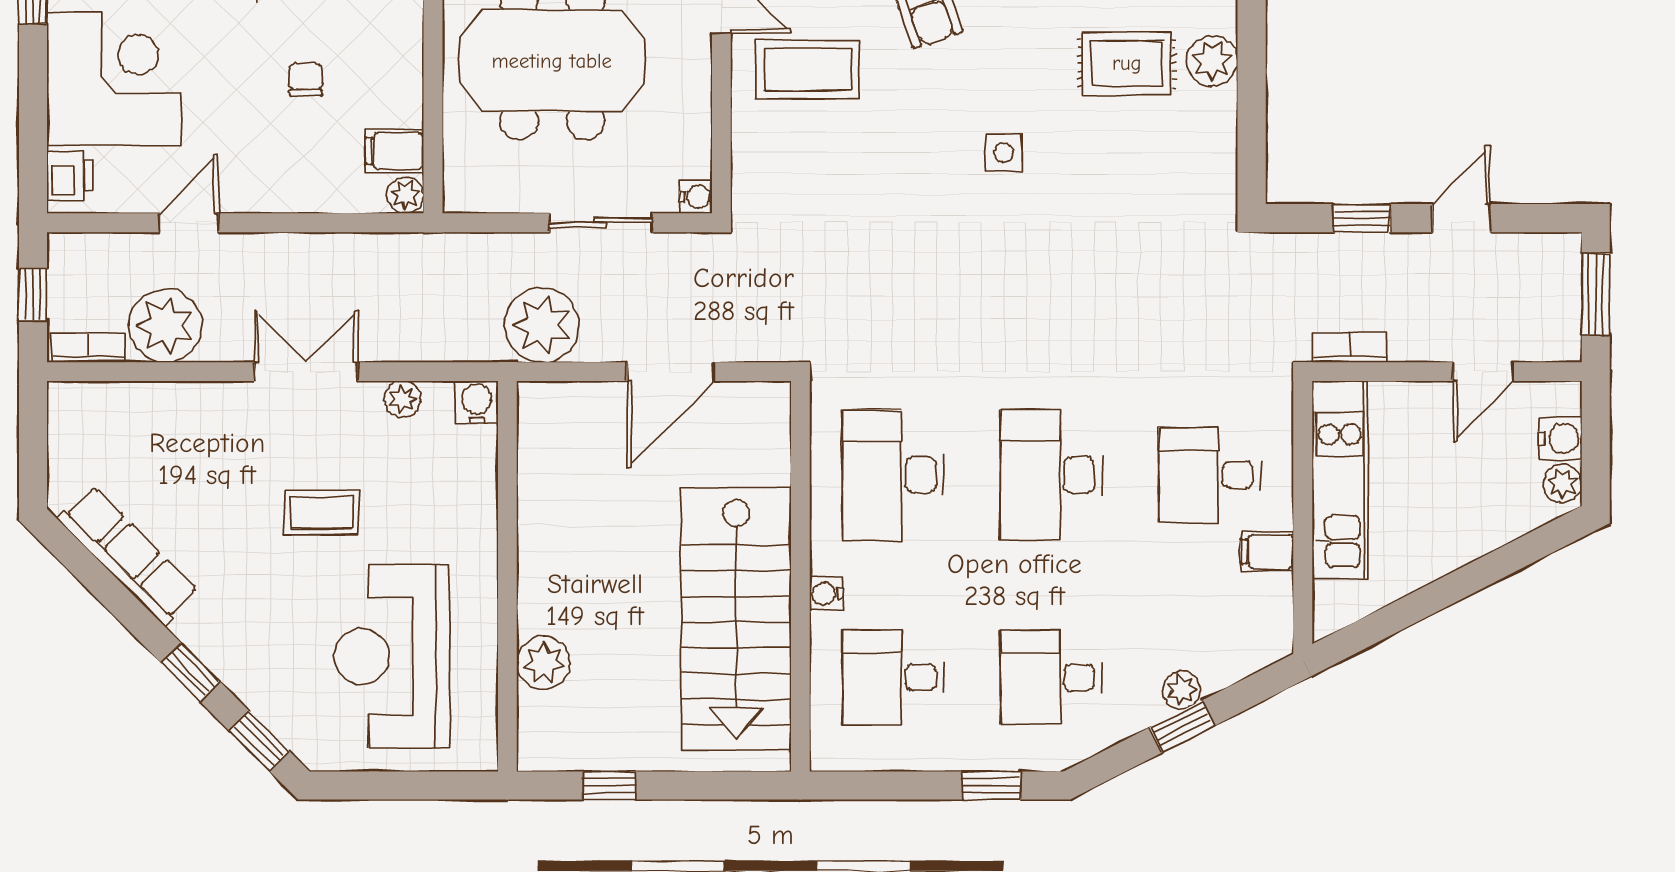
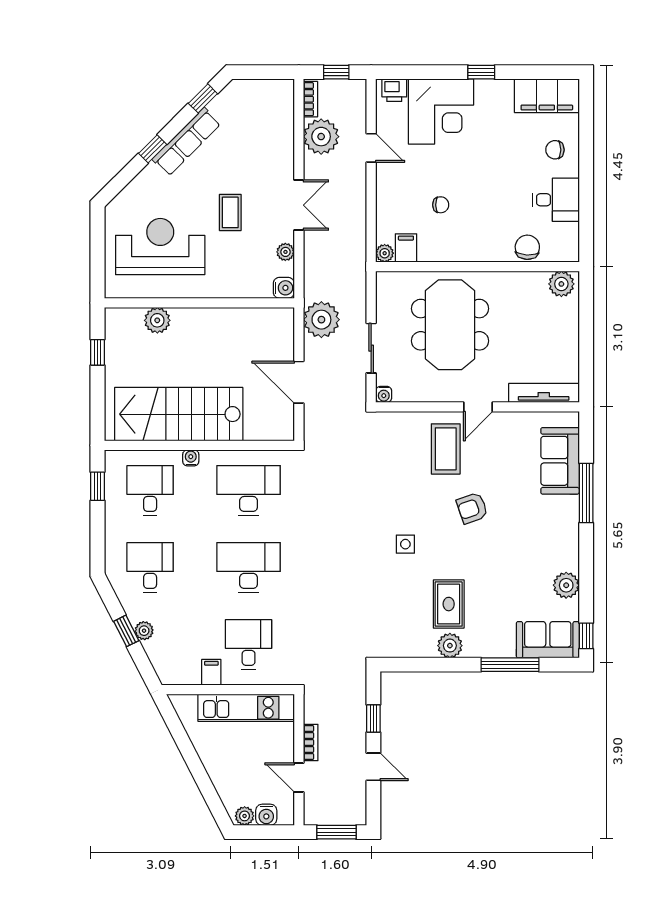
bookcase: (1350, 347) -> (311, 743), moved
row of seats: (128, 555) -> (186, 142), moved
window: (259, 741) -> (203, 98), moved
window: (992, 786) -> (98, 486), moved

